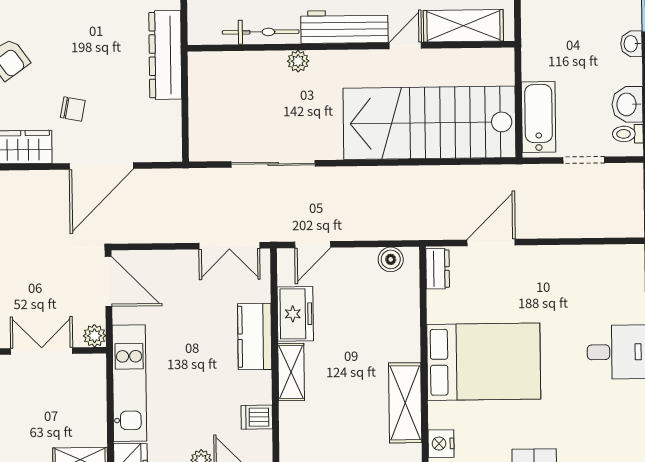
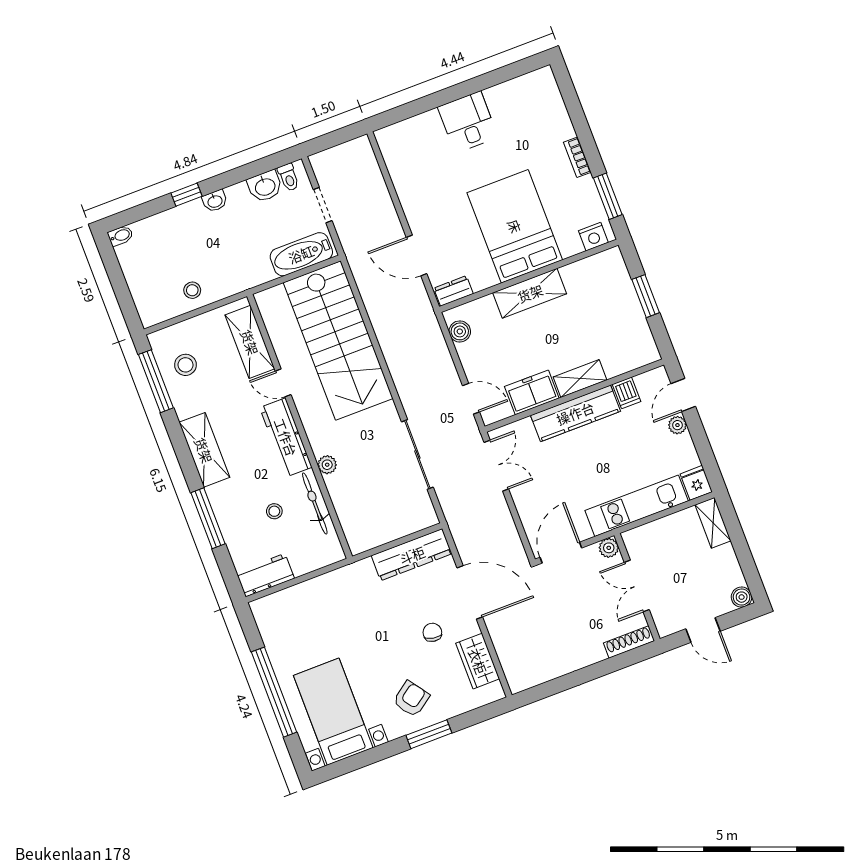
dresser: (165, 55) -> (412, 555), moved
kitchen counter: (255, 337) -> (575, 413), width x1.50
shelving: (405, 403) -> (530, 293), moved

